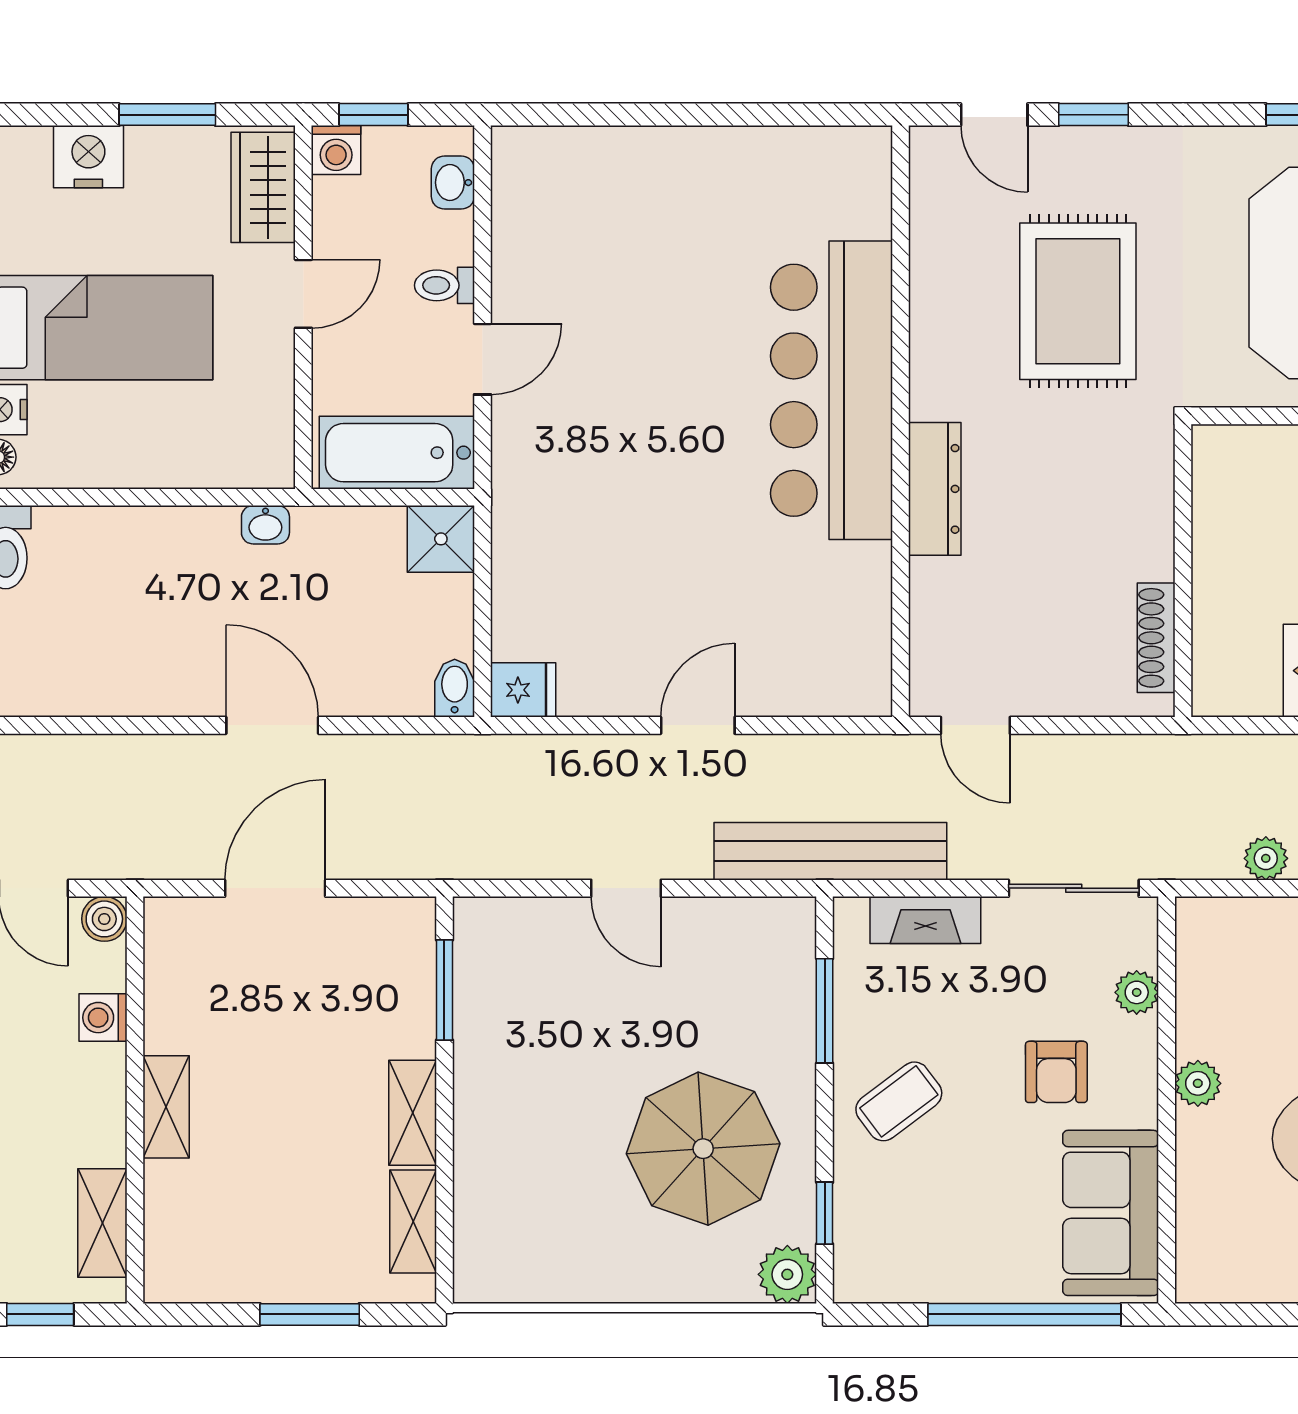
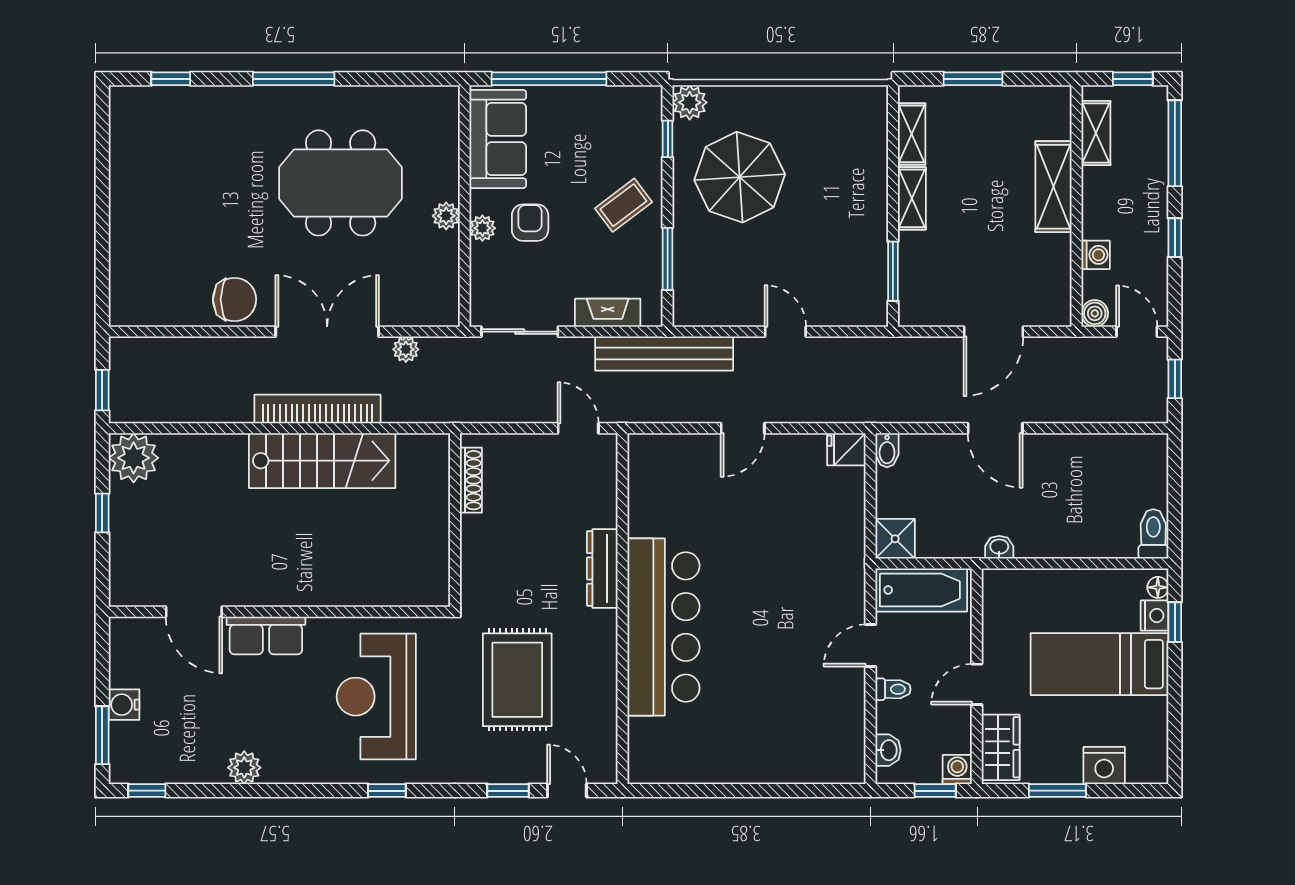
plant: (1137, 992) -> (482, 228), moved
shelving: (166, 1107) -> (1054, 187), width x1.50, depth x1.33

